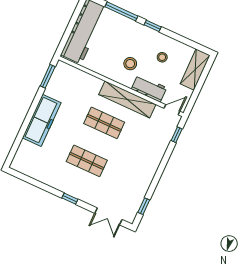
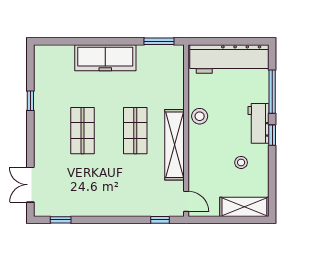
stool: (130, 64) -> (200, 116), moved
workbench: (149, 88) -> (258, 123), moved, turned 180
window: (70, 199) -> (30, 101), moved

